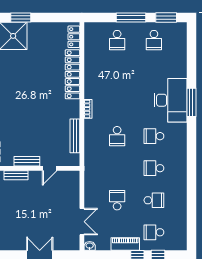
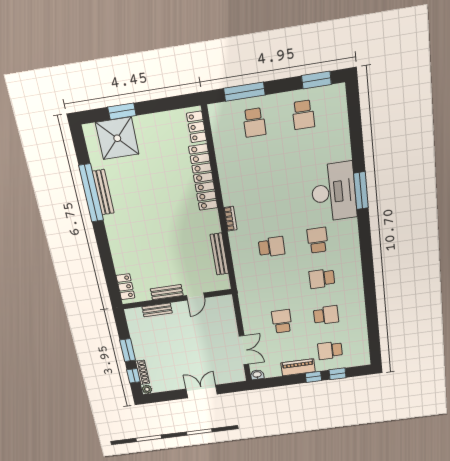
window: (131, 17) -> (244, 92), moved
school desk: (117, 136) -> (272, 247), turned -90
school desk: (154, 136) -> (318, 240), turned 90

